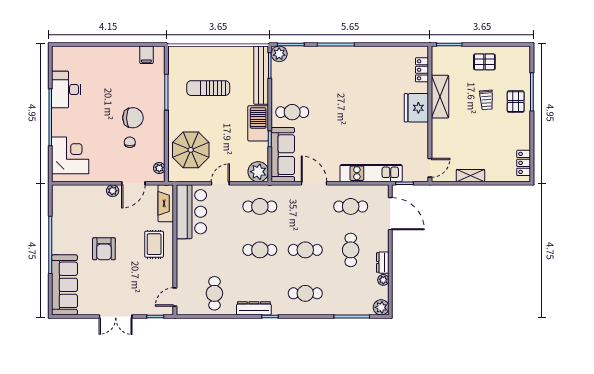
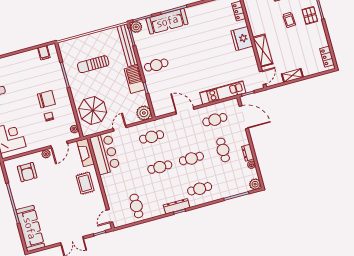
shelving: (440, 97) -> (263, 51), moved
sofa: (283, 155) -> (167, 21), moved, turned 90
armchair: (104, 249) -> (27, 172), moved
dresser: (254, 308) -> (177, 206), moved

